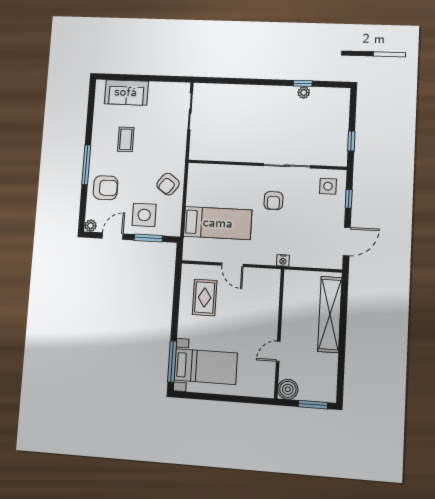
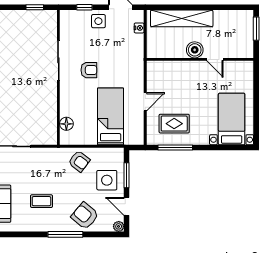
floor lamp: (212, 172) -> (66, 124), added
side table: (328, 186) -> (98, 21), moved
armchair: (105, 188) -> (85, 216), turned -50
nightstand: (283, 260) -> (139, 28), moved
window: (172, 361) -> (175, 148), moved
boiler: (288, 389) -> (195, 50), moved

